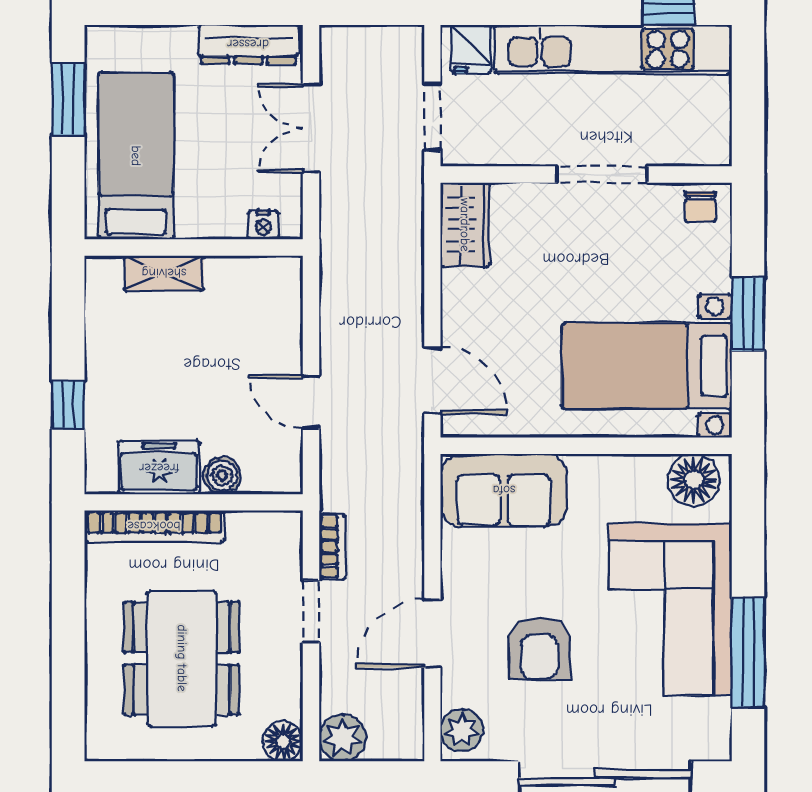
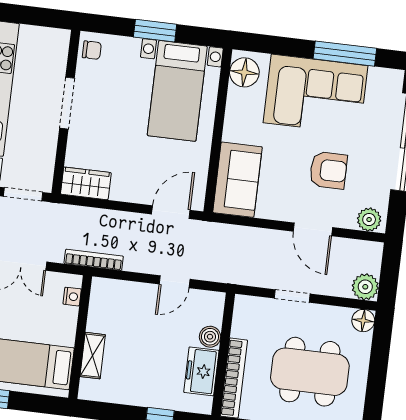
bookcase: (332, 547) -> (94, 260), moved, width x1.56

